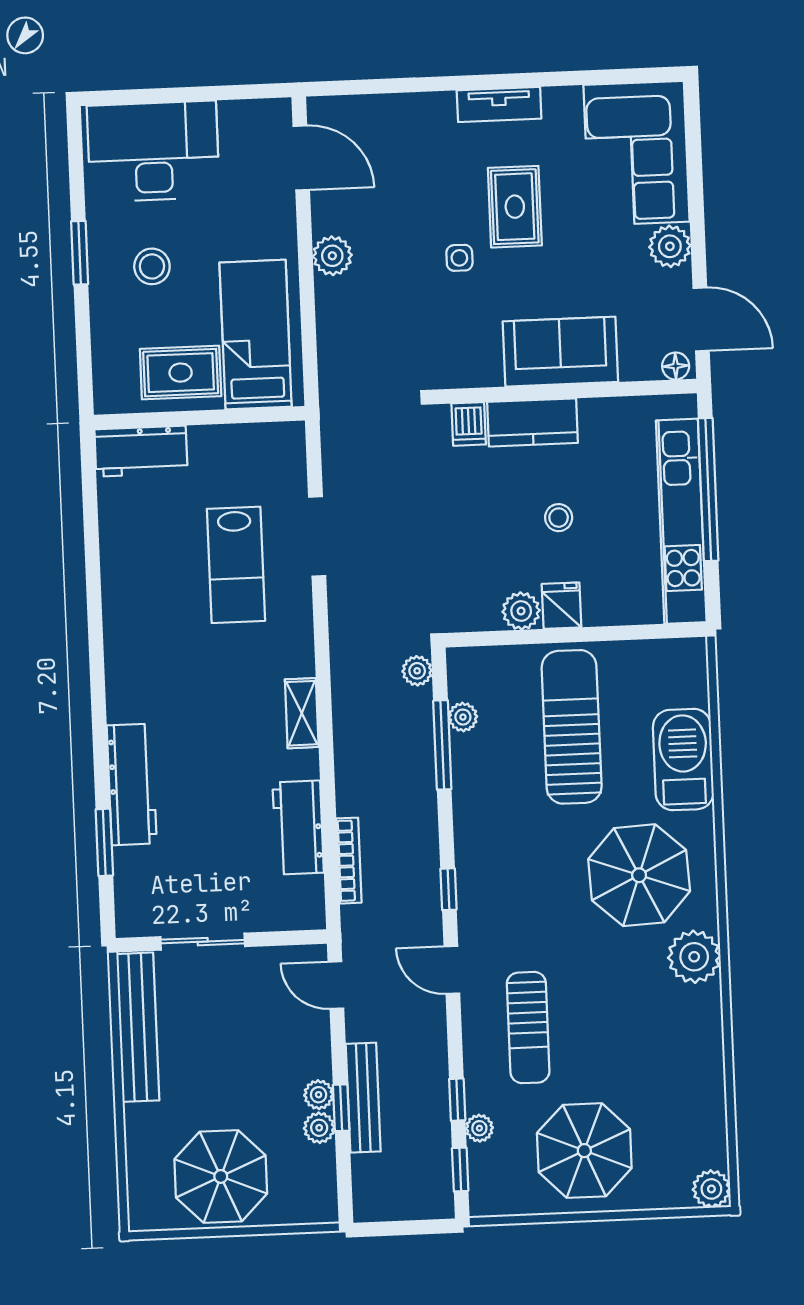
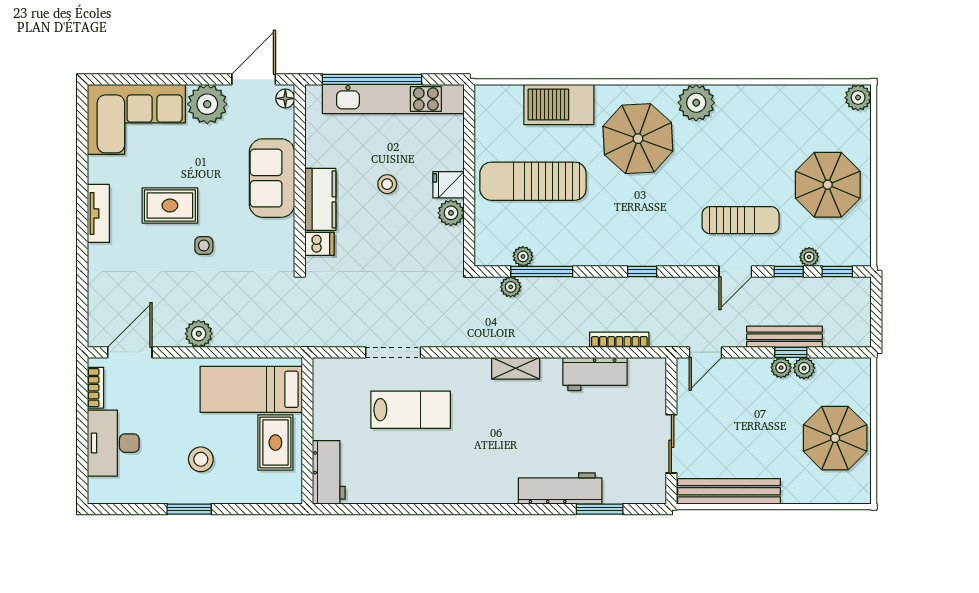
bookcase: (249, 111) -> (96, 388), added
desk: (153, 151) -> (113, 443), width x0.73, depth x0.77
plant: (670, 246) -> (207, 104), width x1.36, depth x1.36
plant: (417, 671) -> (511, 287), moved
door: (452, 970) -> (735, 272), moved

